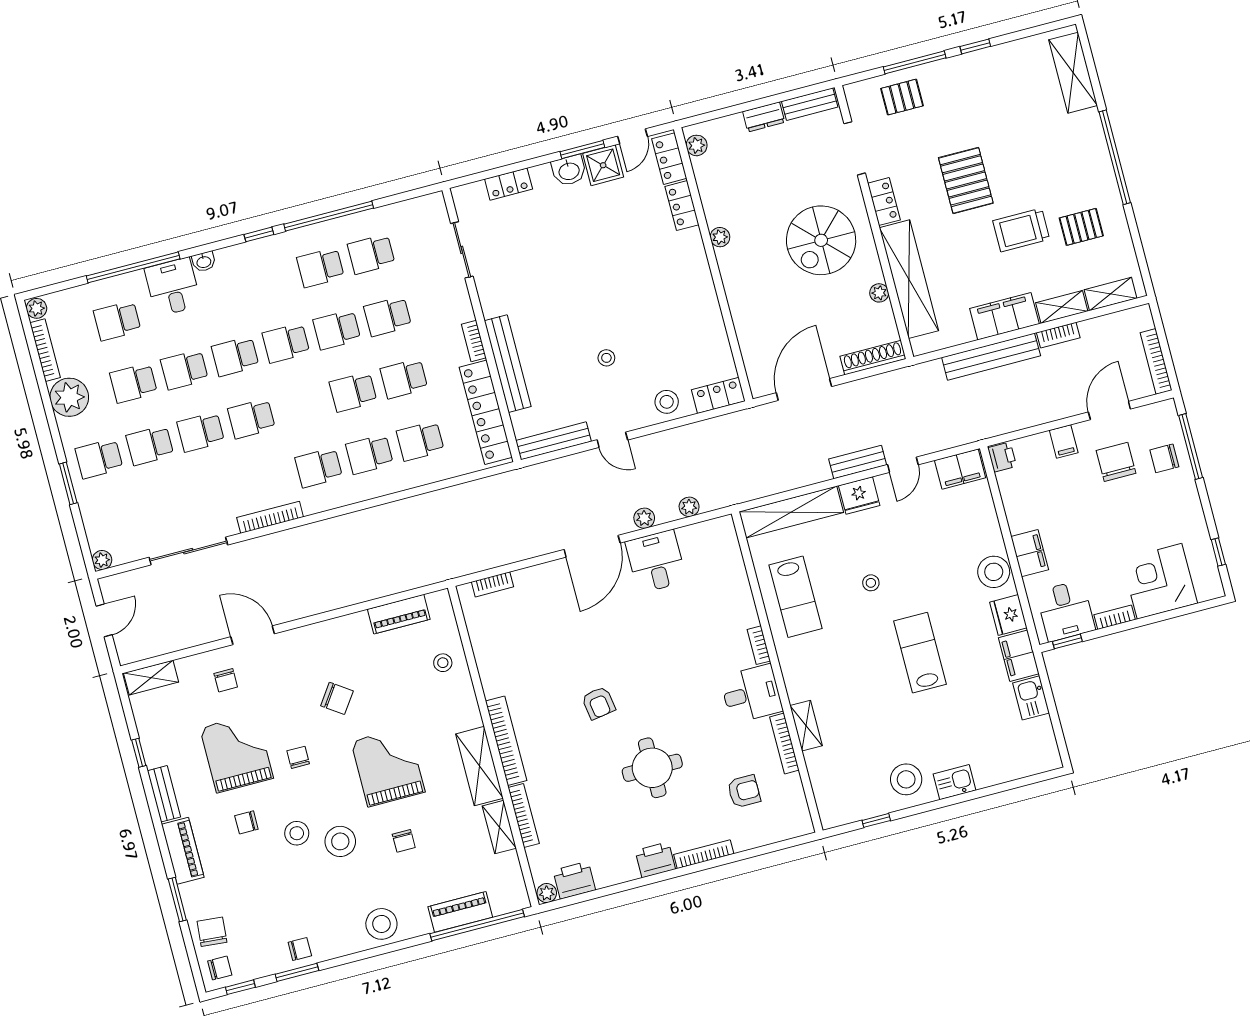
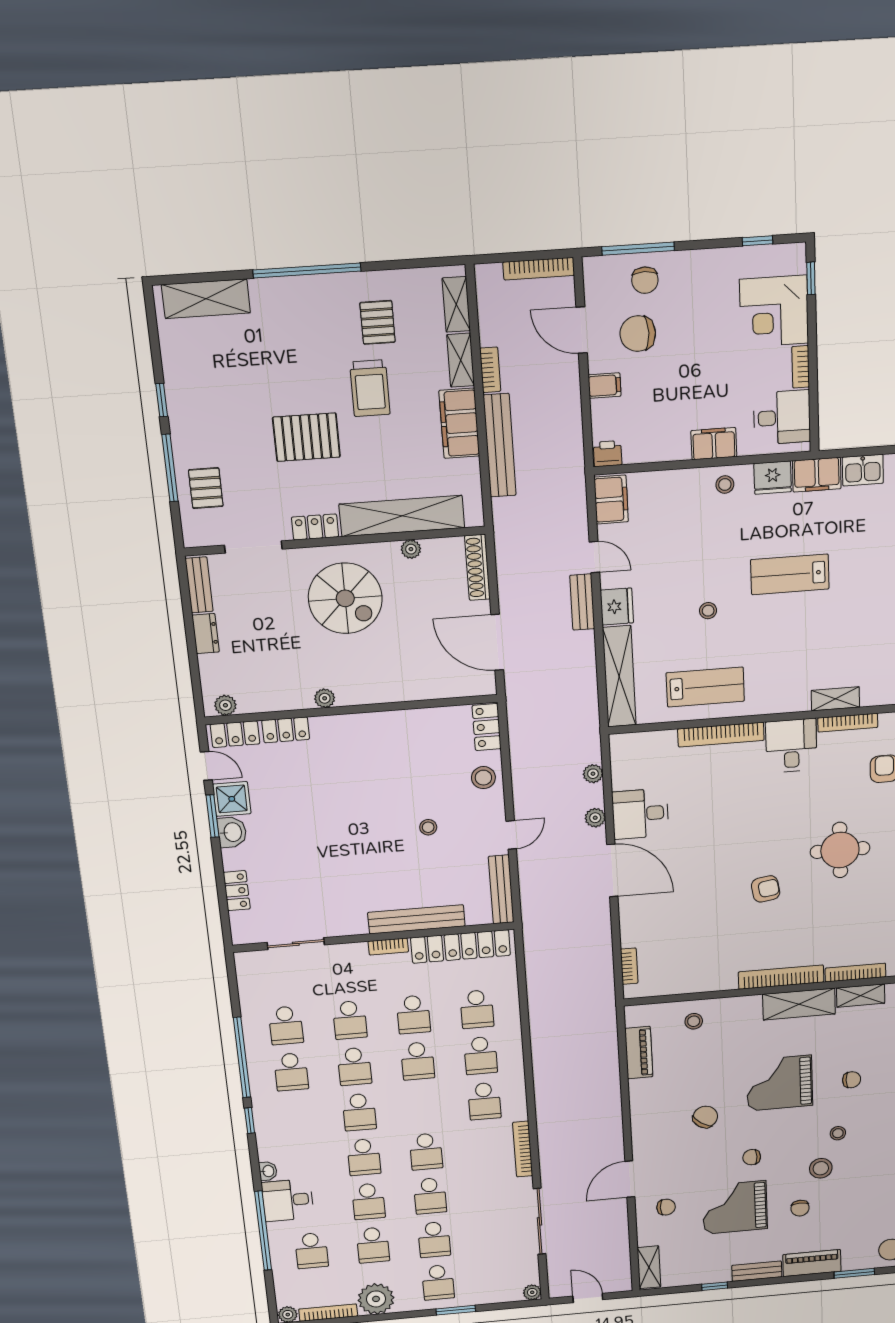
stool: (994, 572) -> (725, 485), width x0.53, depth x0.53
window: (1067, 641) -> (811, 278), moved
bookcase: (759, 645) -> (721, 735), width x2.31, depth x1.31
stool: (340, 841) -> (838, 1133), width x0.53, depth x0.53

